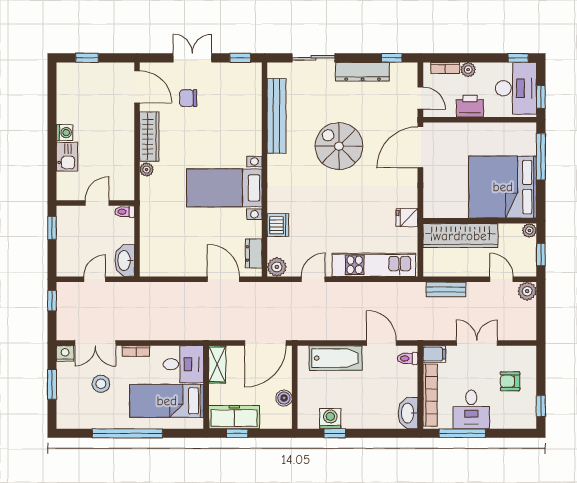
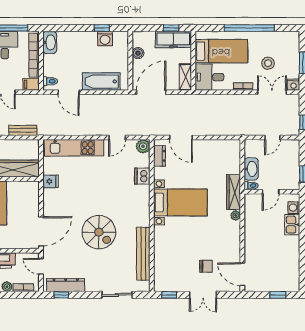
dresser: (363, 72) -> (66, 285), moved
washing machine: (65, 133) -> (294, 208), moved
wardrobe: (149, 137) -> (234, 192), moved
washbasin: (125, 261) -> (251, 169), moved

